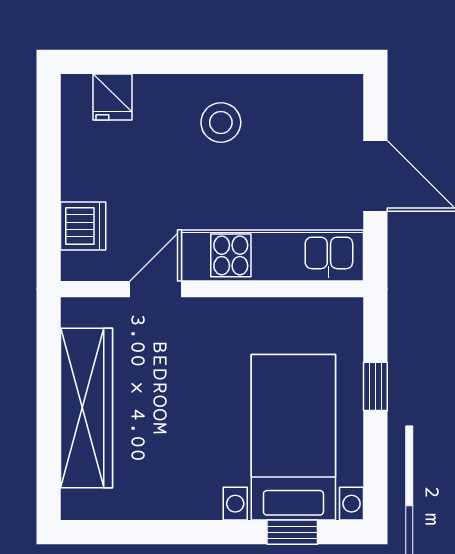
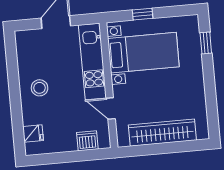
bed with nightstands: (293, 437) -> (143, 53), moved, turned 180

